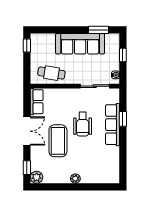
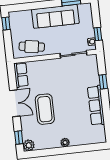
window: (123, 55) -> (98, 34), moved
wheelchair: (83, 124) -> (66, 91), removed
row of seats: (113, 125) -> (96, 105), moved

